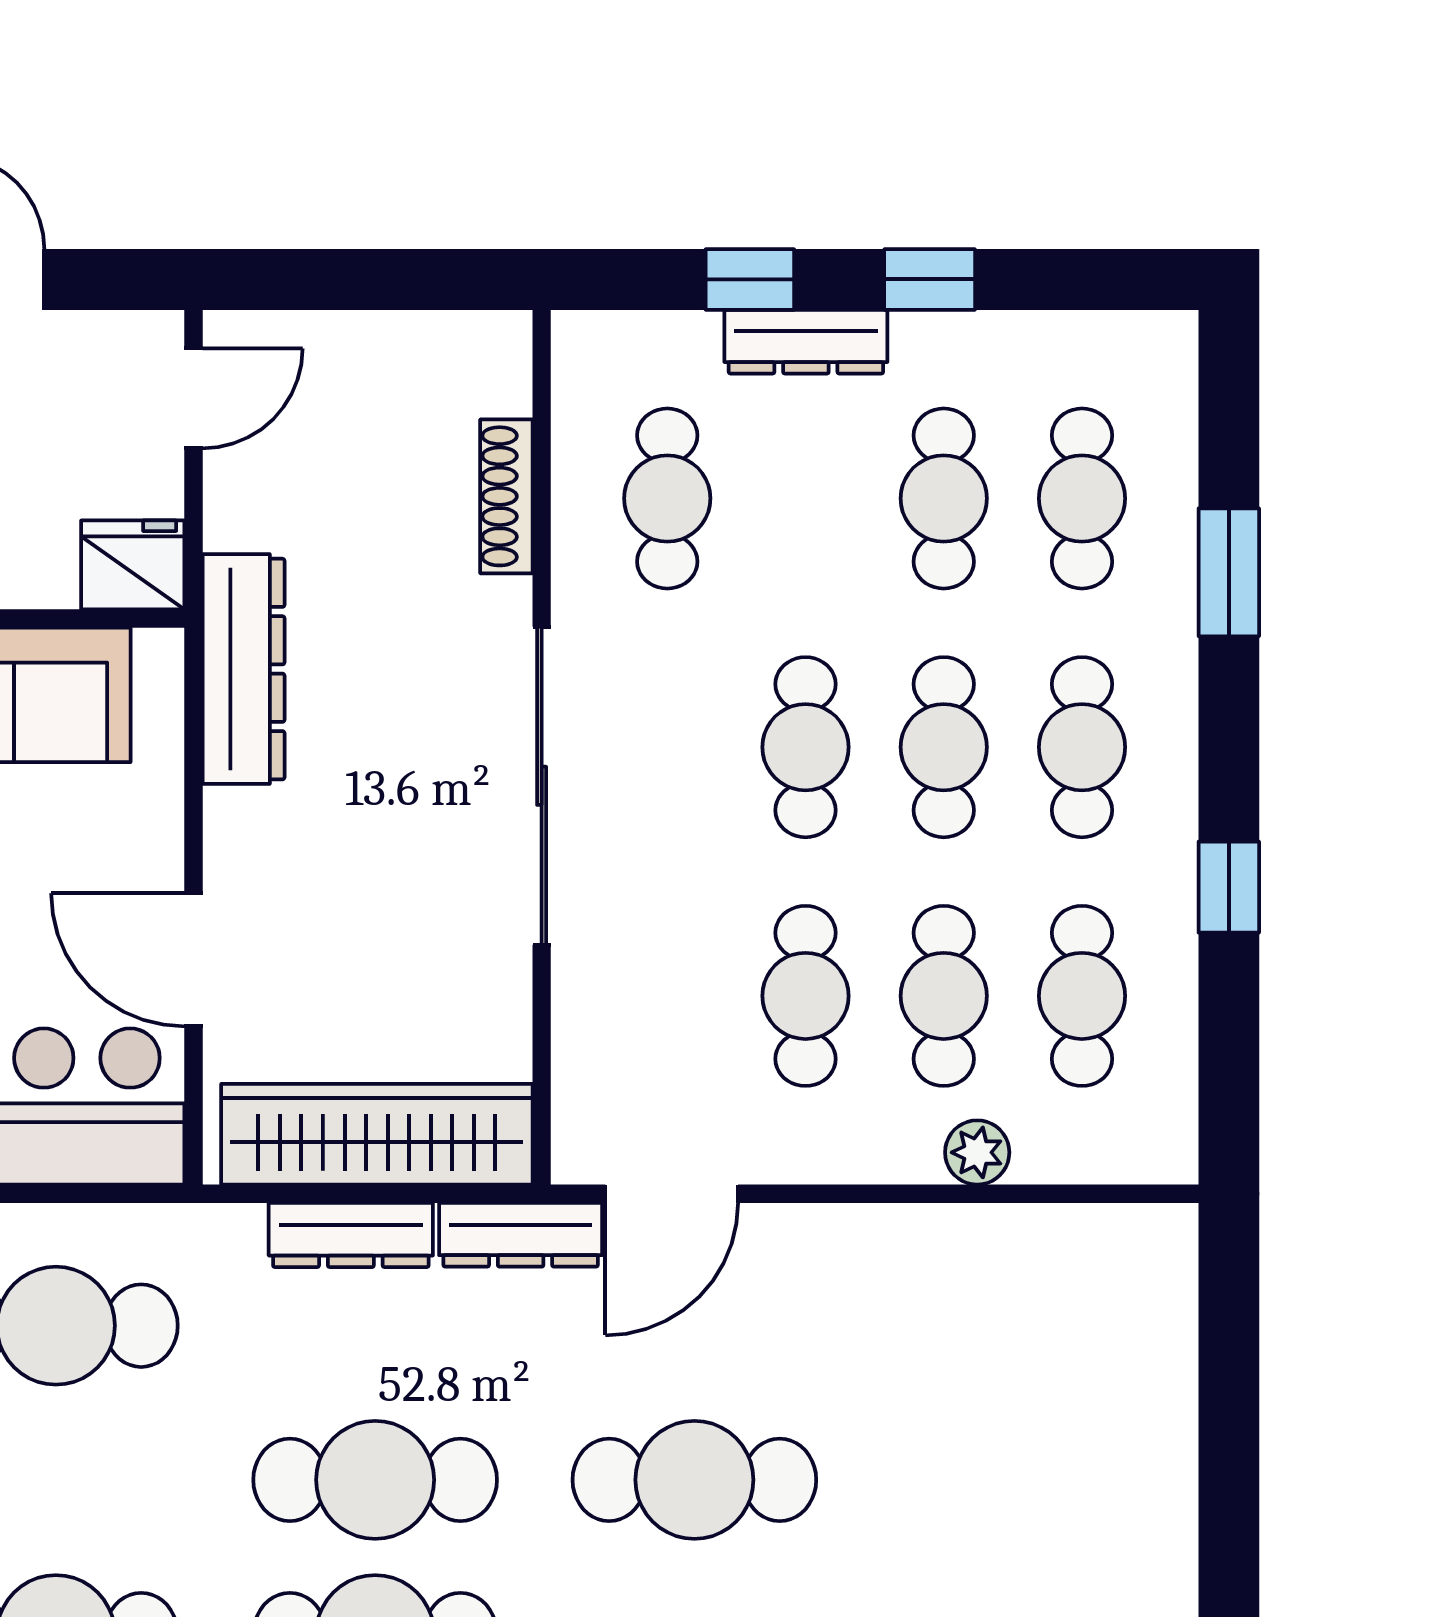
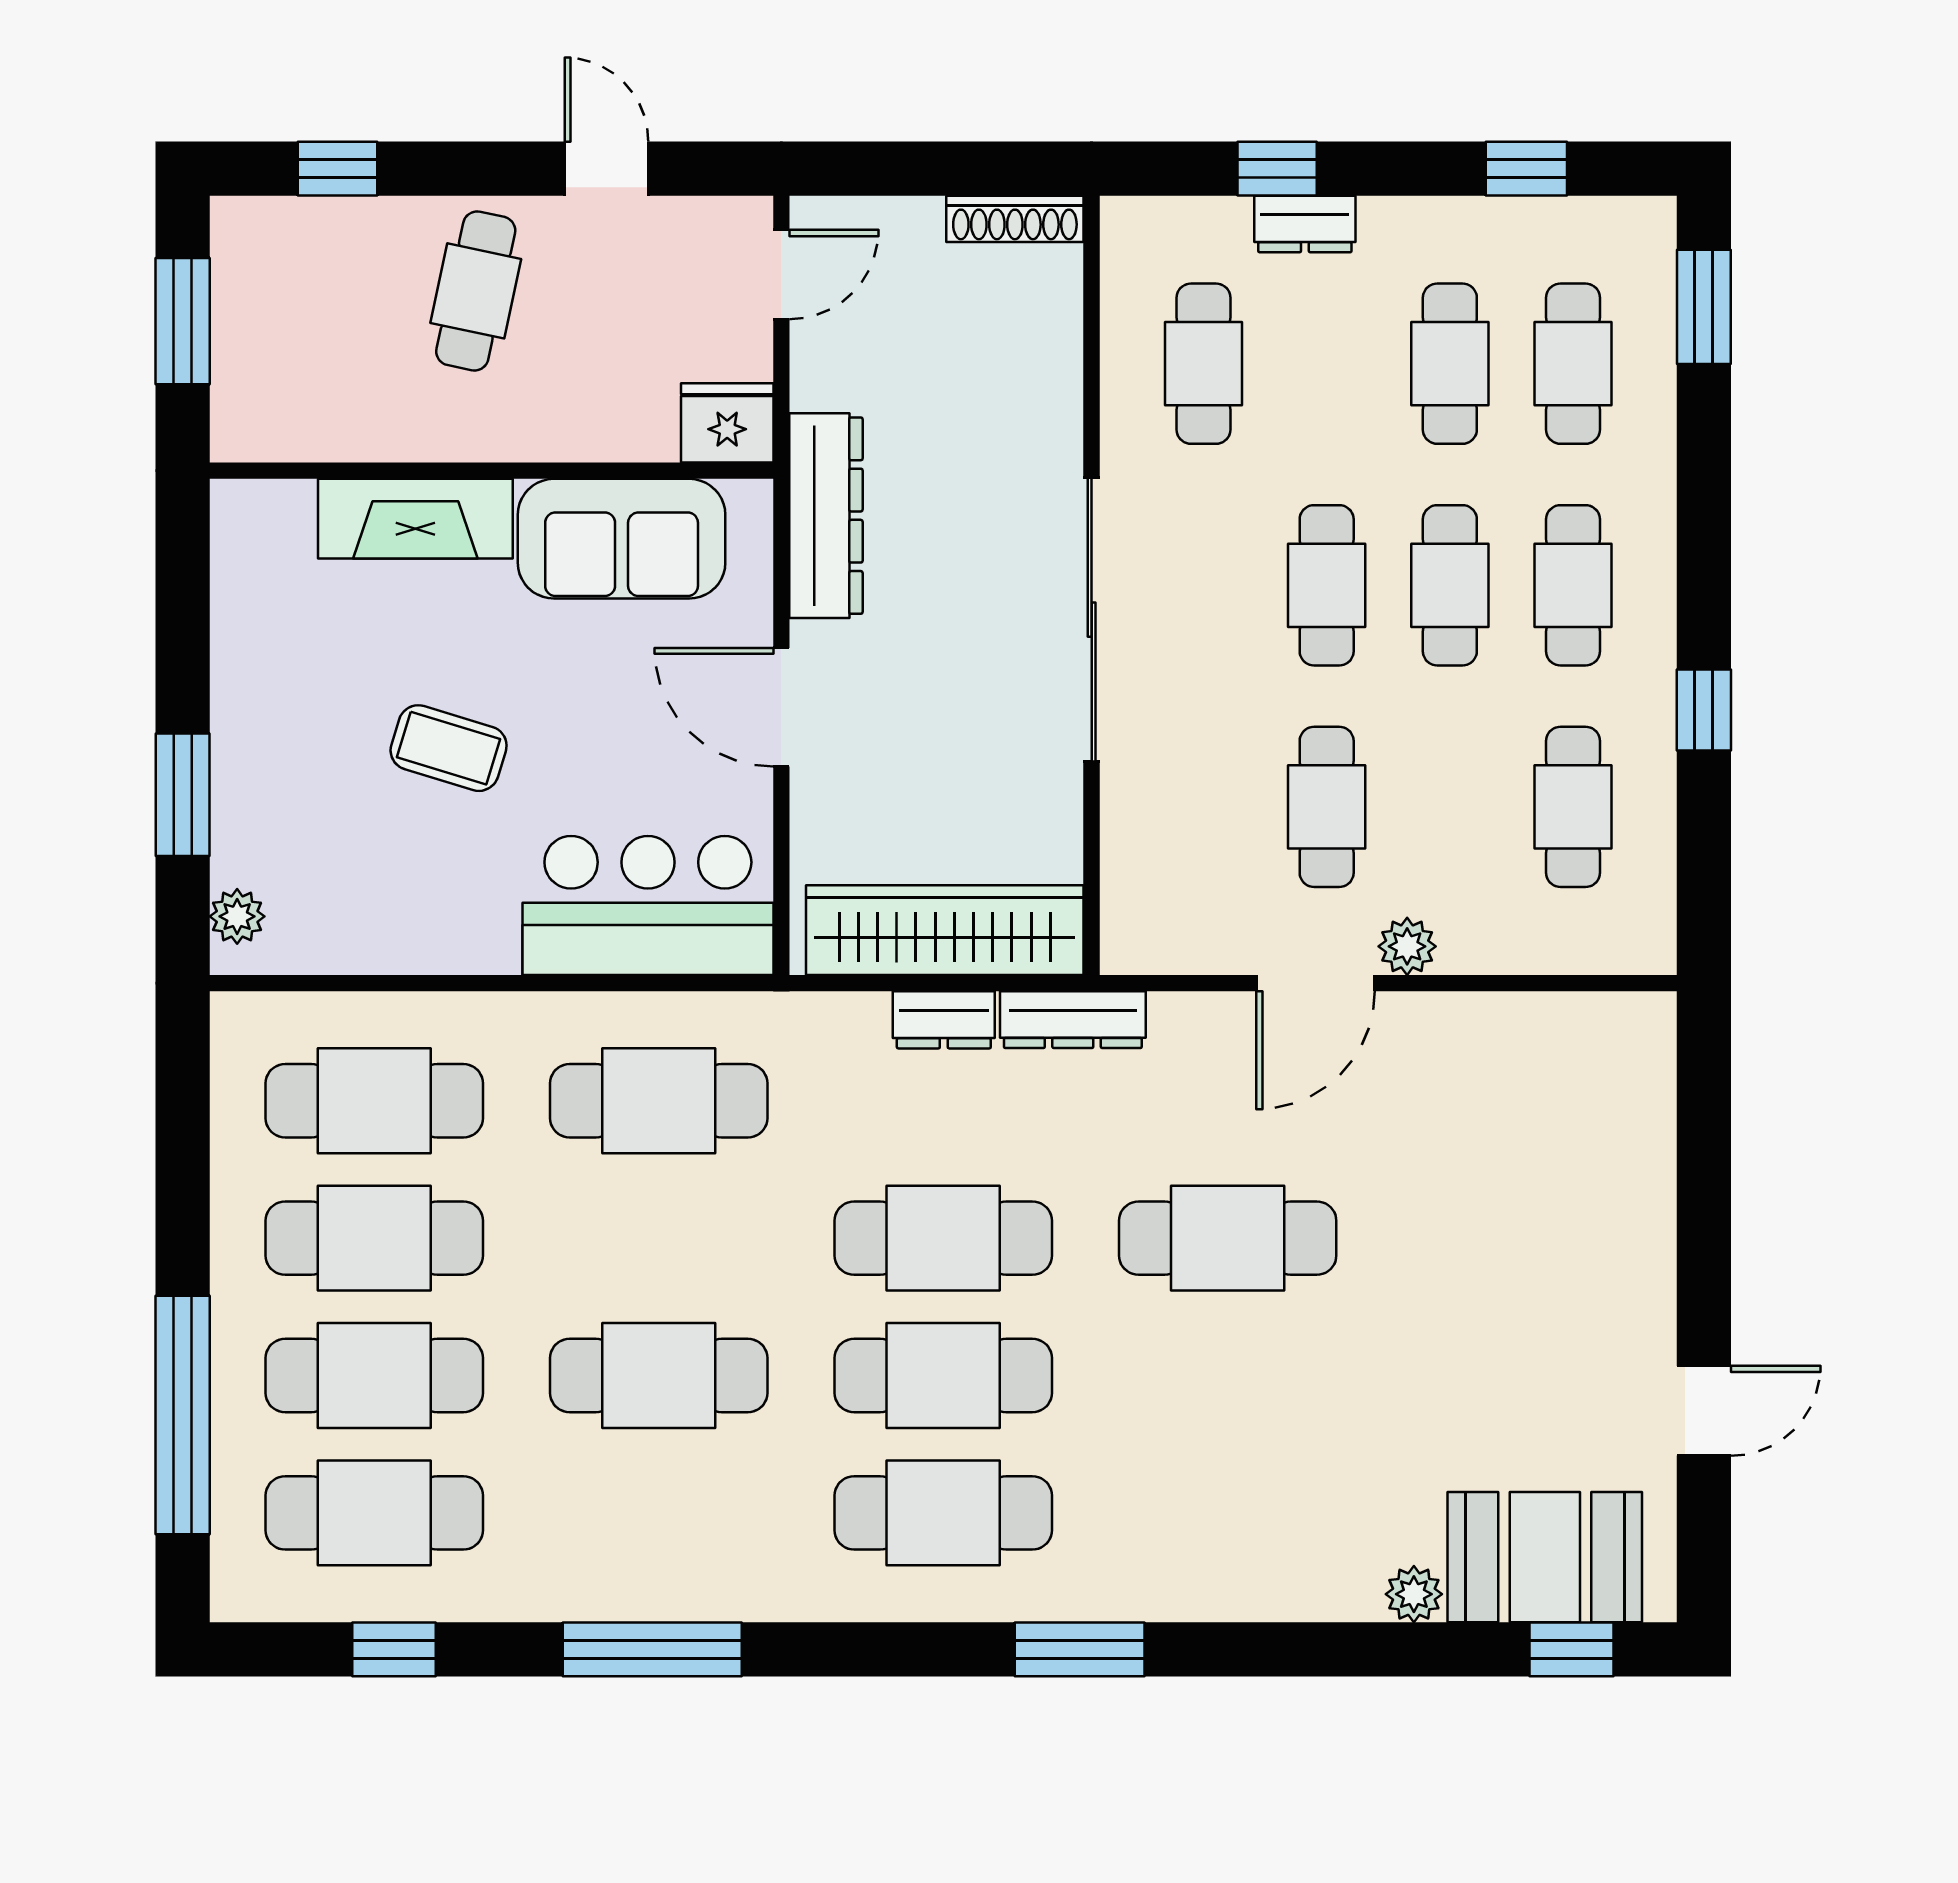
window: (930, 279) -> (1526, 169), moved
dresser: (806, 342) -> (1305, 224), width x0.70
shoe rack: (506, 496) -> (1015, 219), moved, turned -90
window: (1229, 572) -> (1704, 307), moved
door: (193, 960) -> (781, 707), moved
cafe table: (944, 996) -> (1450, 807), removed
plant: (977, 1152) -> (1407, 946), moved
door: (672, 1194) -> (1315, 983), moved
dresser: (351, 1235) -> (944, 1020), width x0.70

